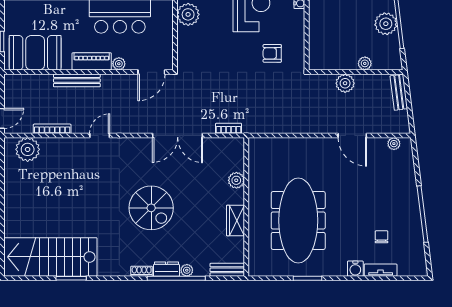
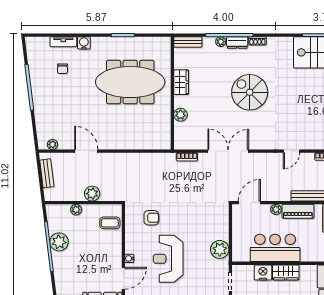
coffee table: (323, 47) -> (110, 223), added
bench: (399, 92) -> (47, 173), moved
meeting table: (298, 220) -> (130, 82), turned 90

